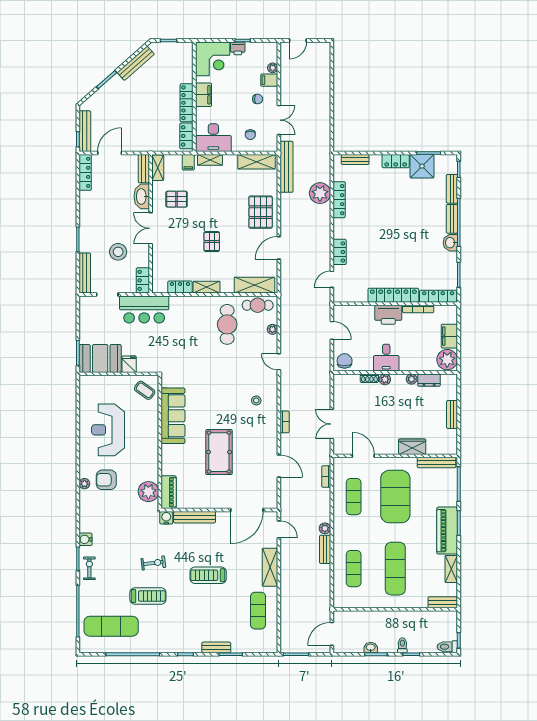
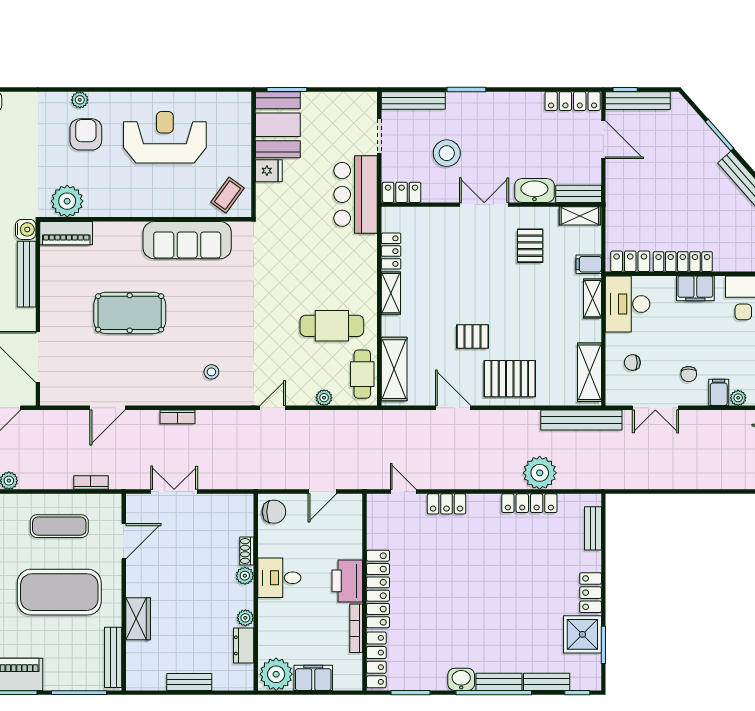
pallet: (212, 242) -> (473, 336), moved

